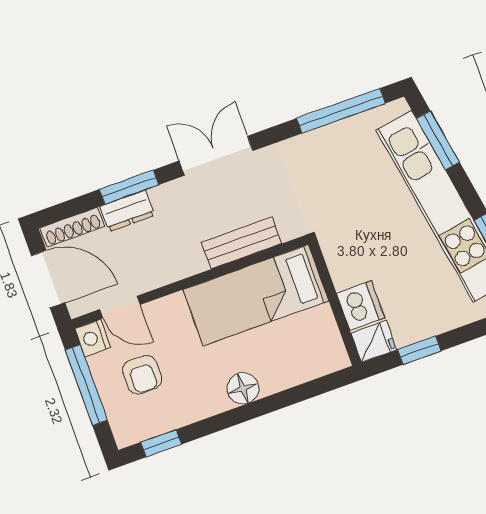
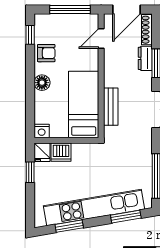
nightstand: (93, 338) -> (42, 131), moved, turned 180
armchair: (142, 375) -> (46, 53), moved, turned 180

